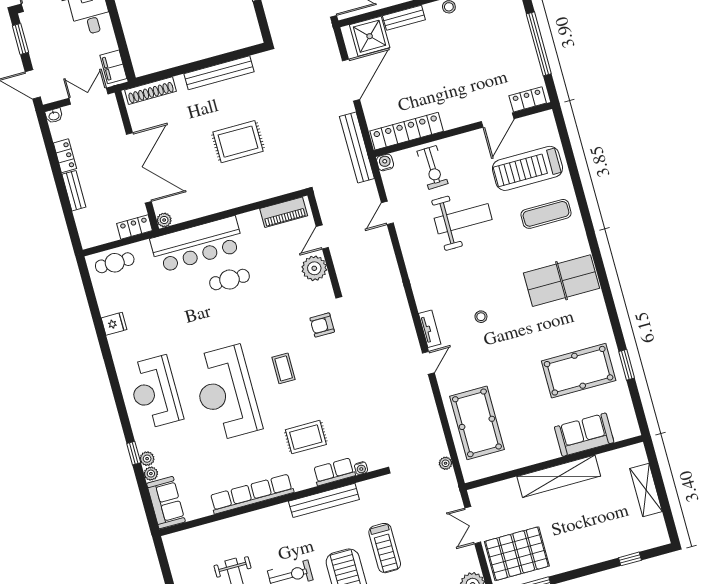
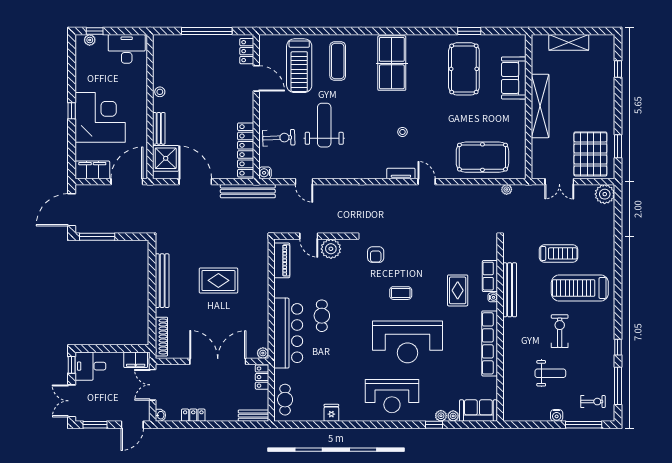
rug: (238, 142) -> (218, 280), turned 90
bench: (74, 191) -> (253, 416), moved
water cooler: (361, 468) -> (493, 297), moved

